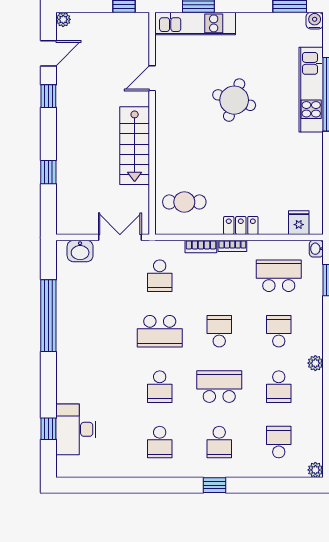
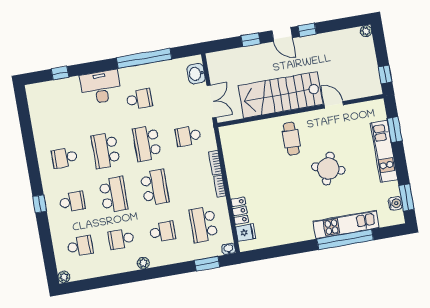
water cooler: (315, 21) -> (395, 203), moved
kitchen unit: (195, 23) -> (384, 151), moved
door: (48, 53) -> (282, 34), moved
stairs: (135, 146) -> (281, 95), width x1.36, depth x1.51
cafe table: (184, 202) -> (291, 139), moved
locker: (241, 225) -> (240, 211), moved
school desk: (279, 276) -> (204, 224), turned 180
school desk: (100, 331) -> (139, 99), added
school desk: (219, 331) -> (155, 187), width x1.85
school desk: (160, 387) -> (106, 150), width x1.85
desk: (76, 429) -> (101, 87), moved
school desk: (219, 442) -> (72, 202), turned 180

